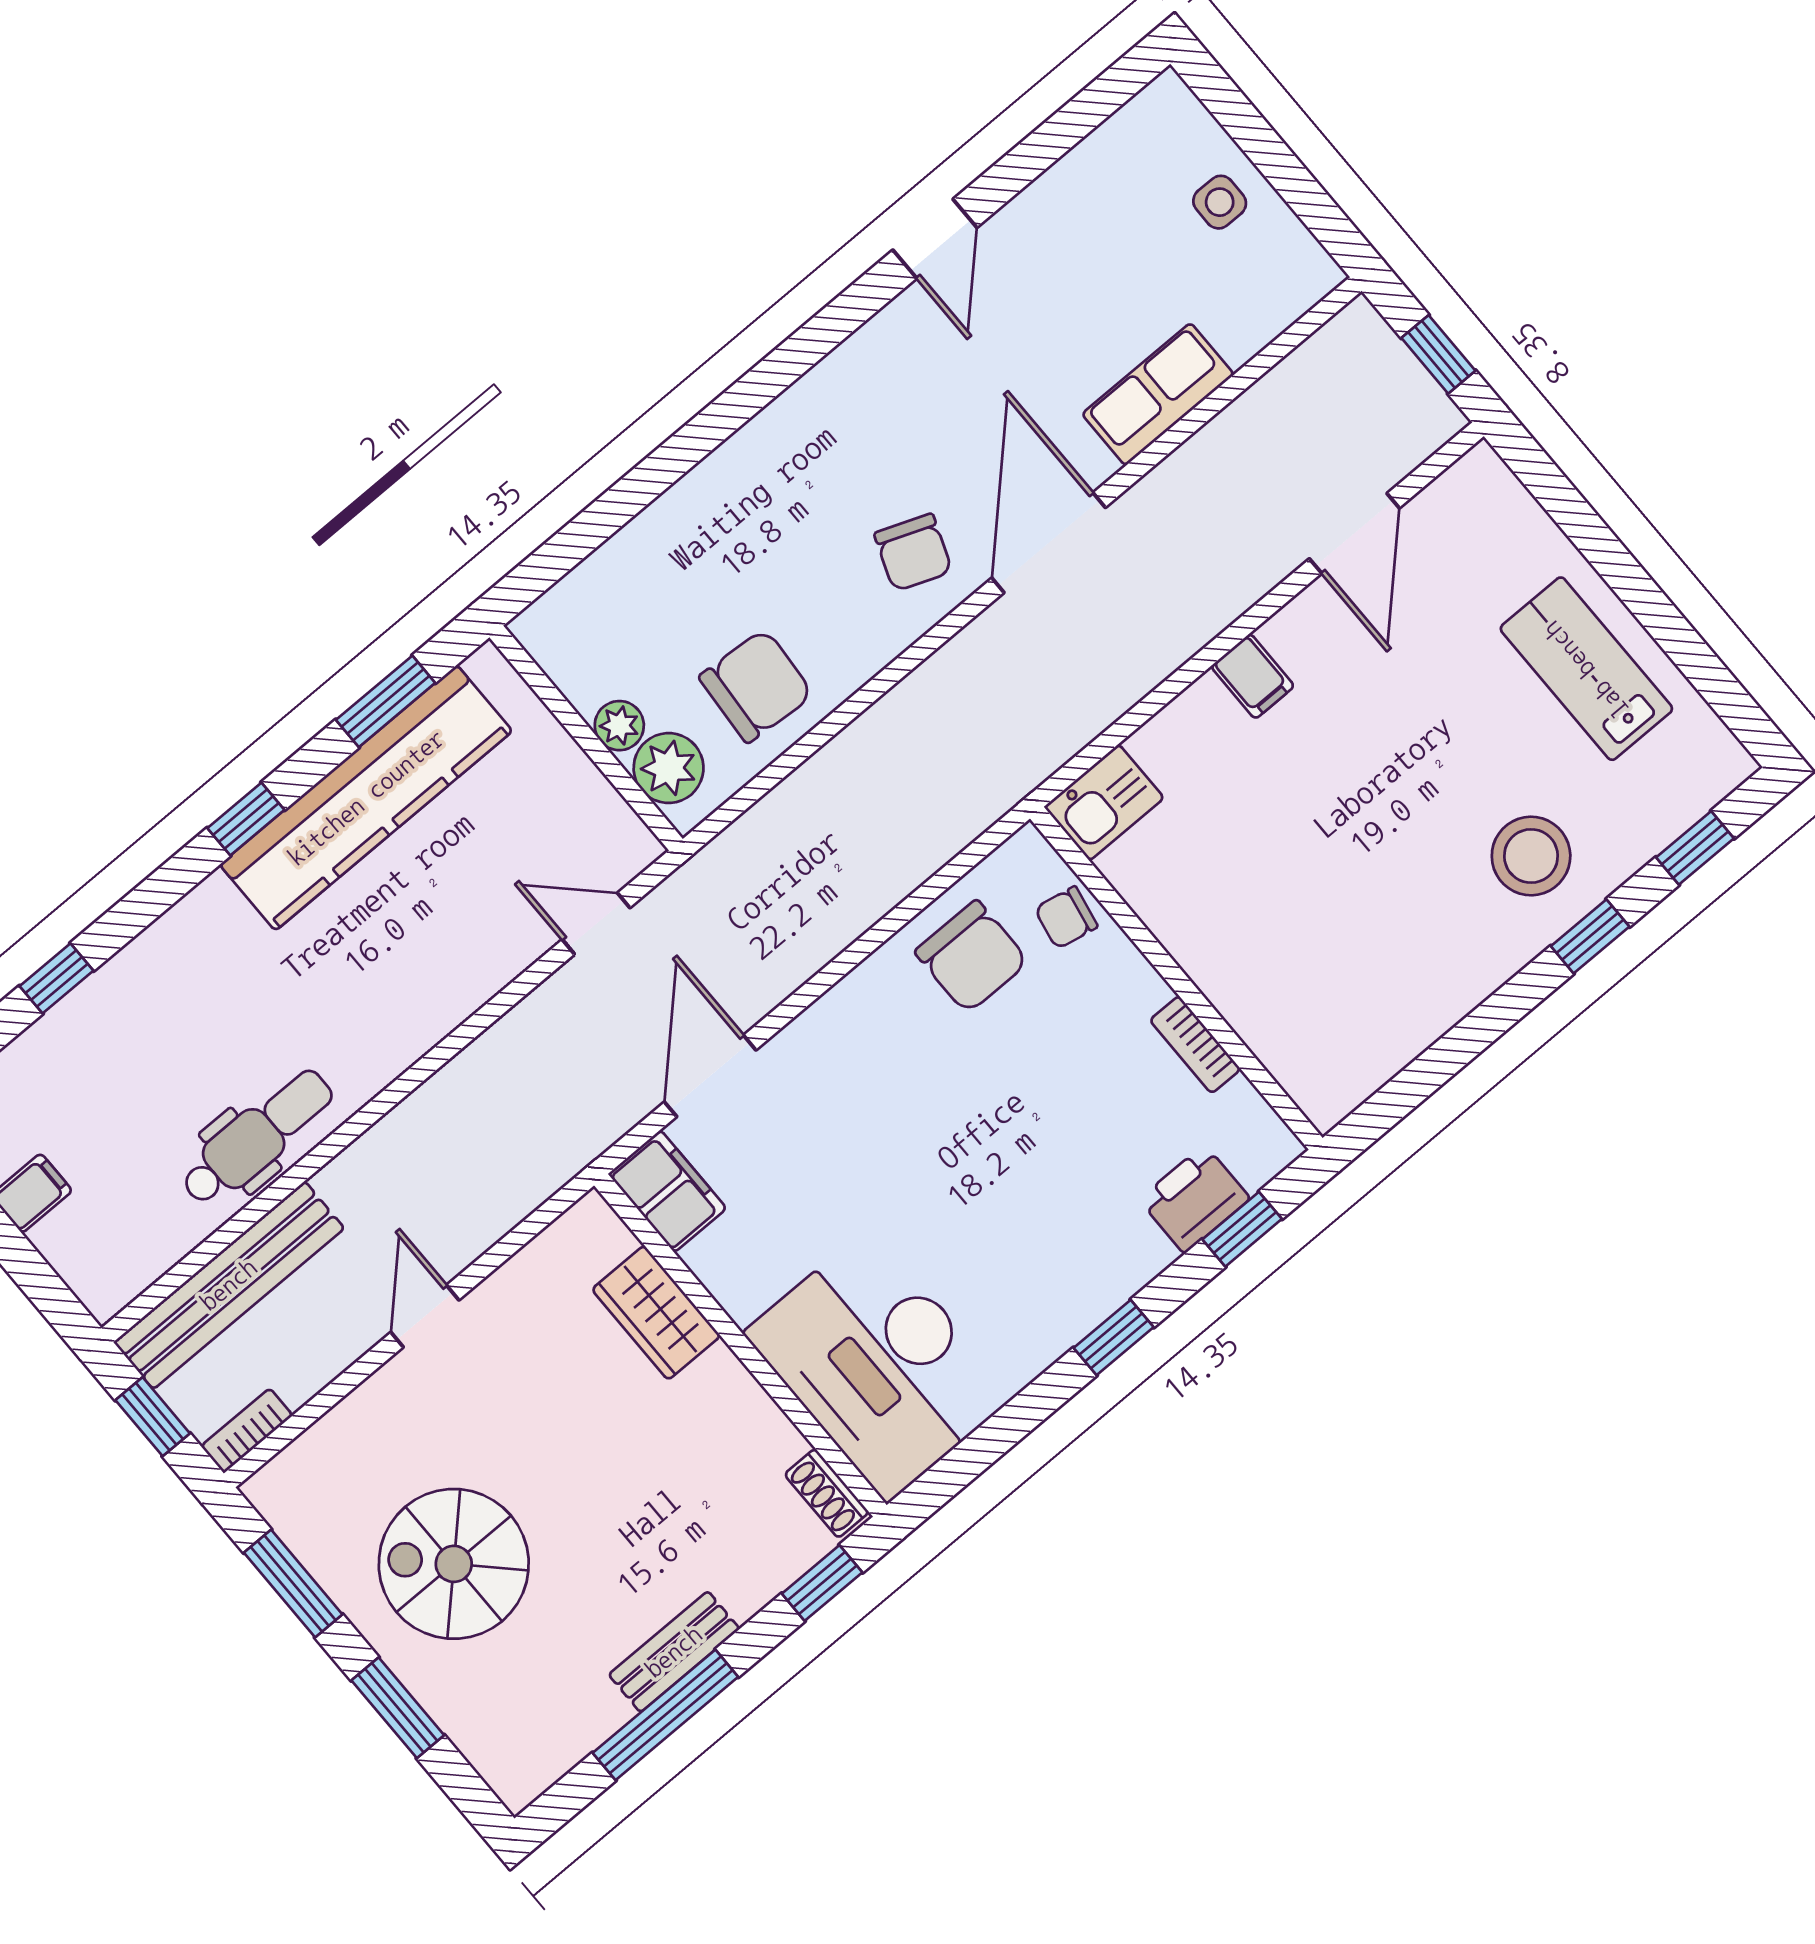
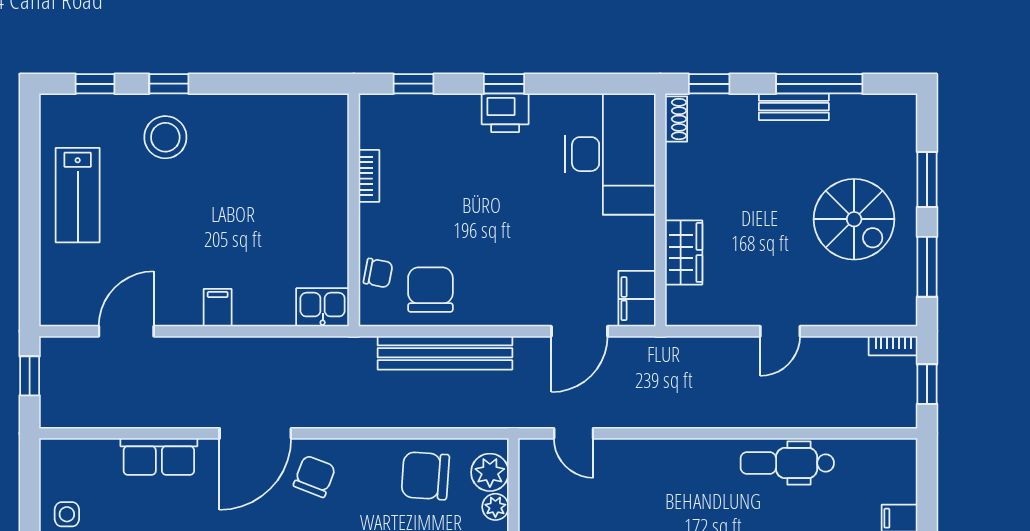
printer: (1194, 1199) -> (505, 113), moved
bench: (229, 1285) -> (445, 353), moved

